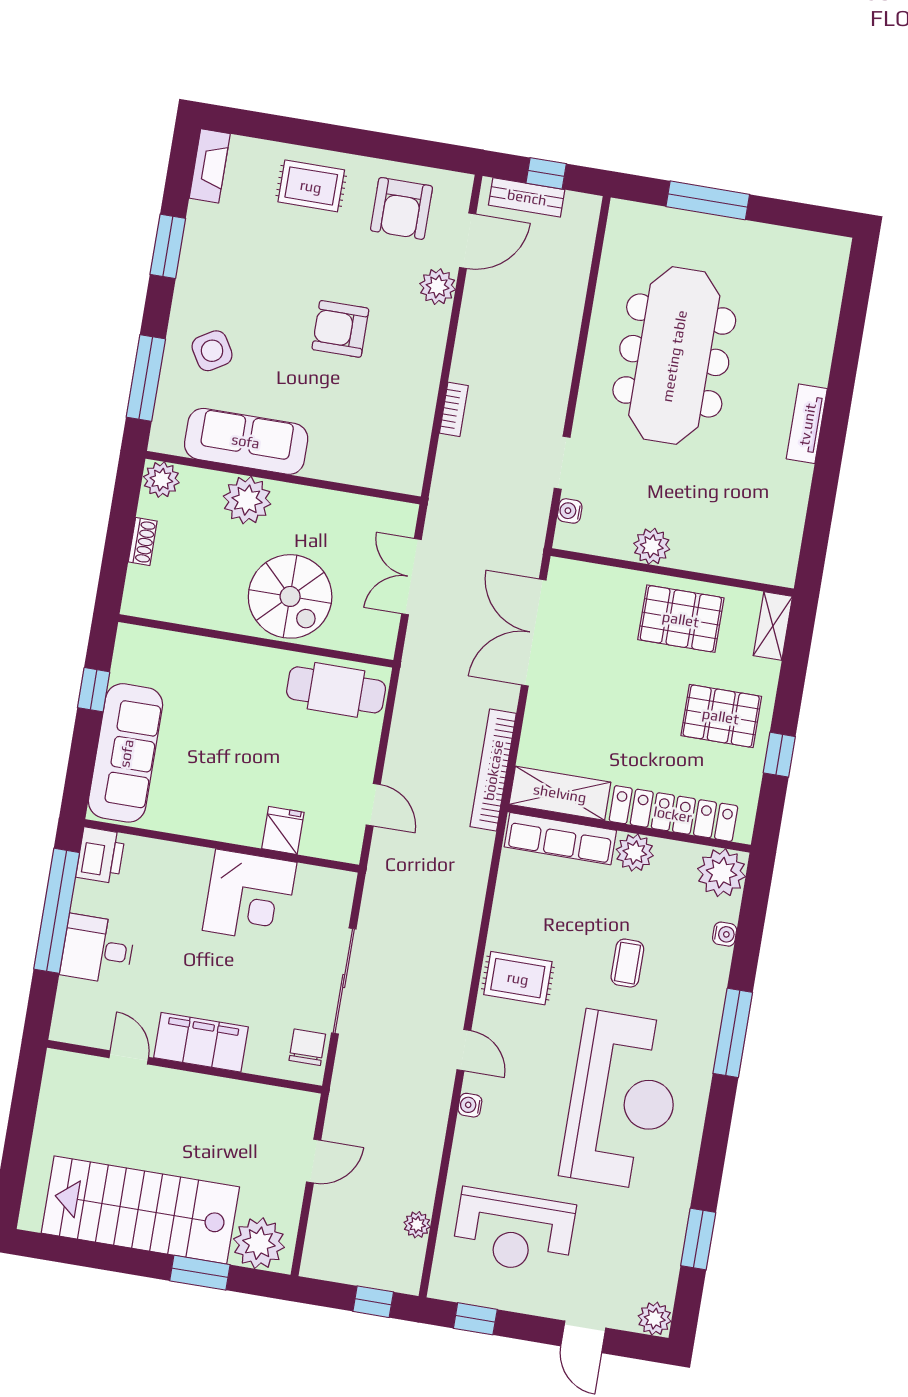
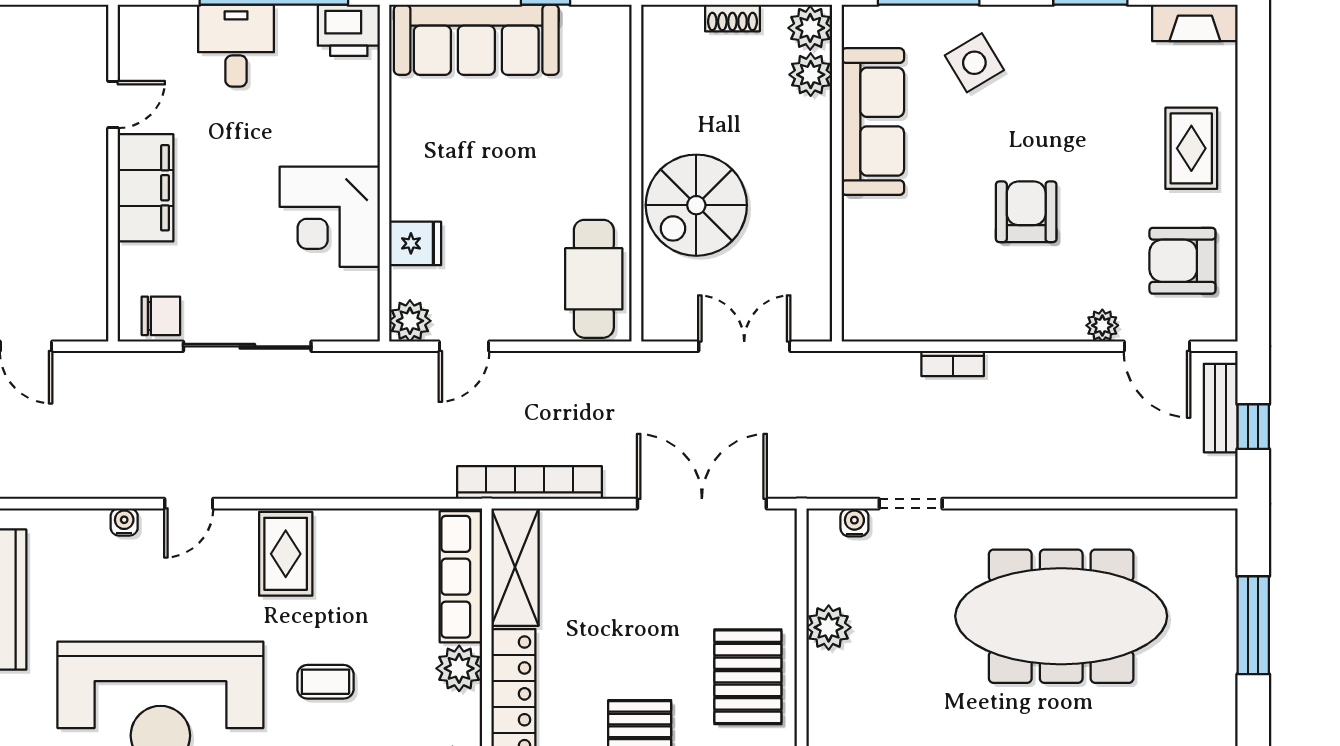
plant: (438, 287) -> (1102, 325), width x0.73, depth x0.73
plant: (247, 500) -> (811, 75), moved, width x0.73, depth x0.73
plant: (345, 845) -> (410, 321), added

